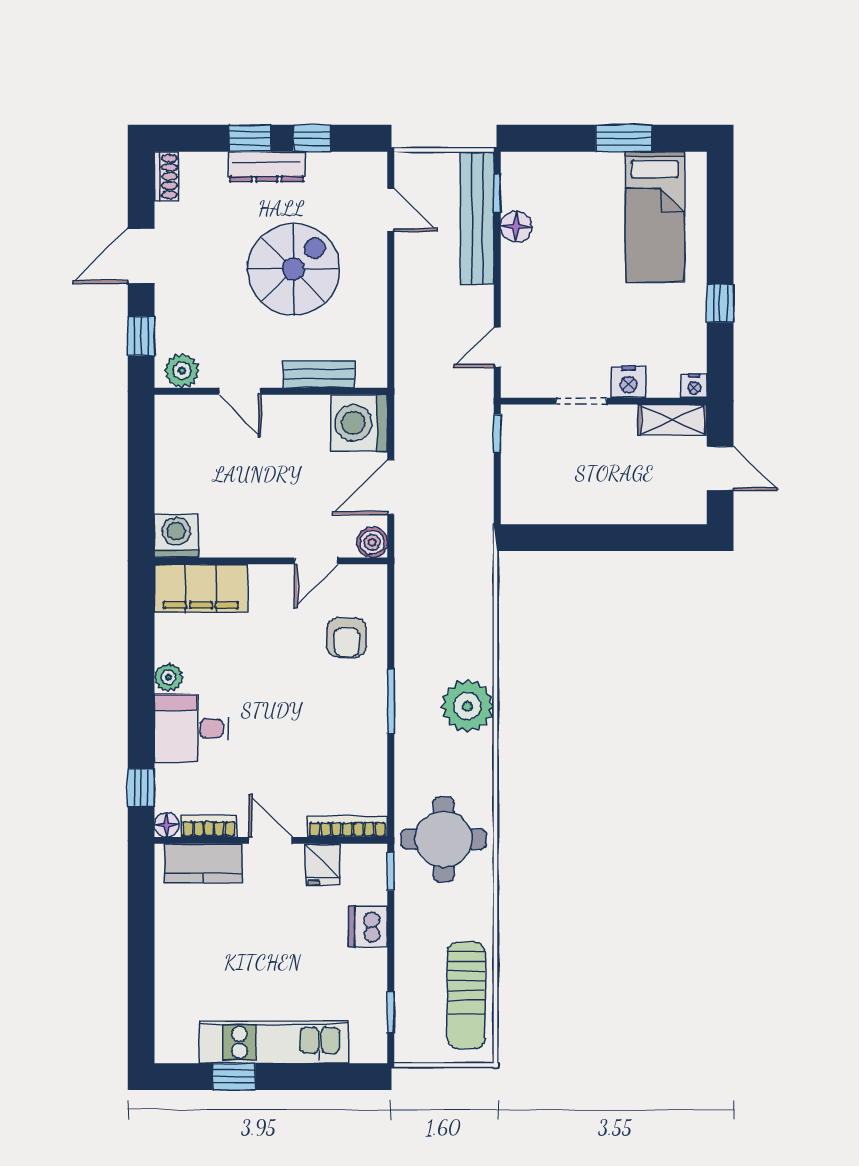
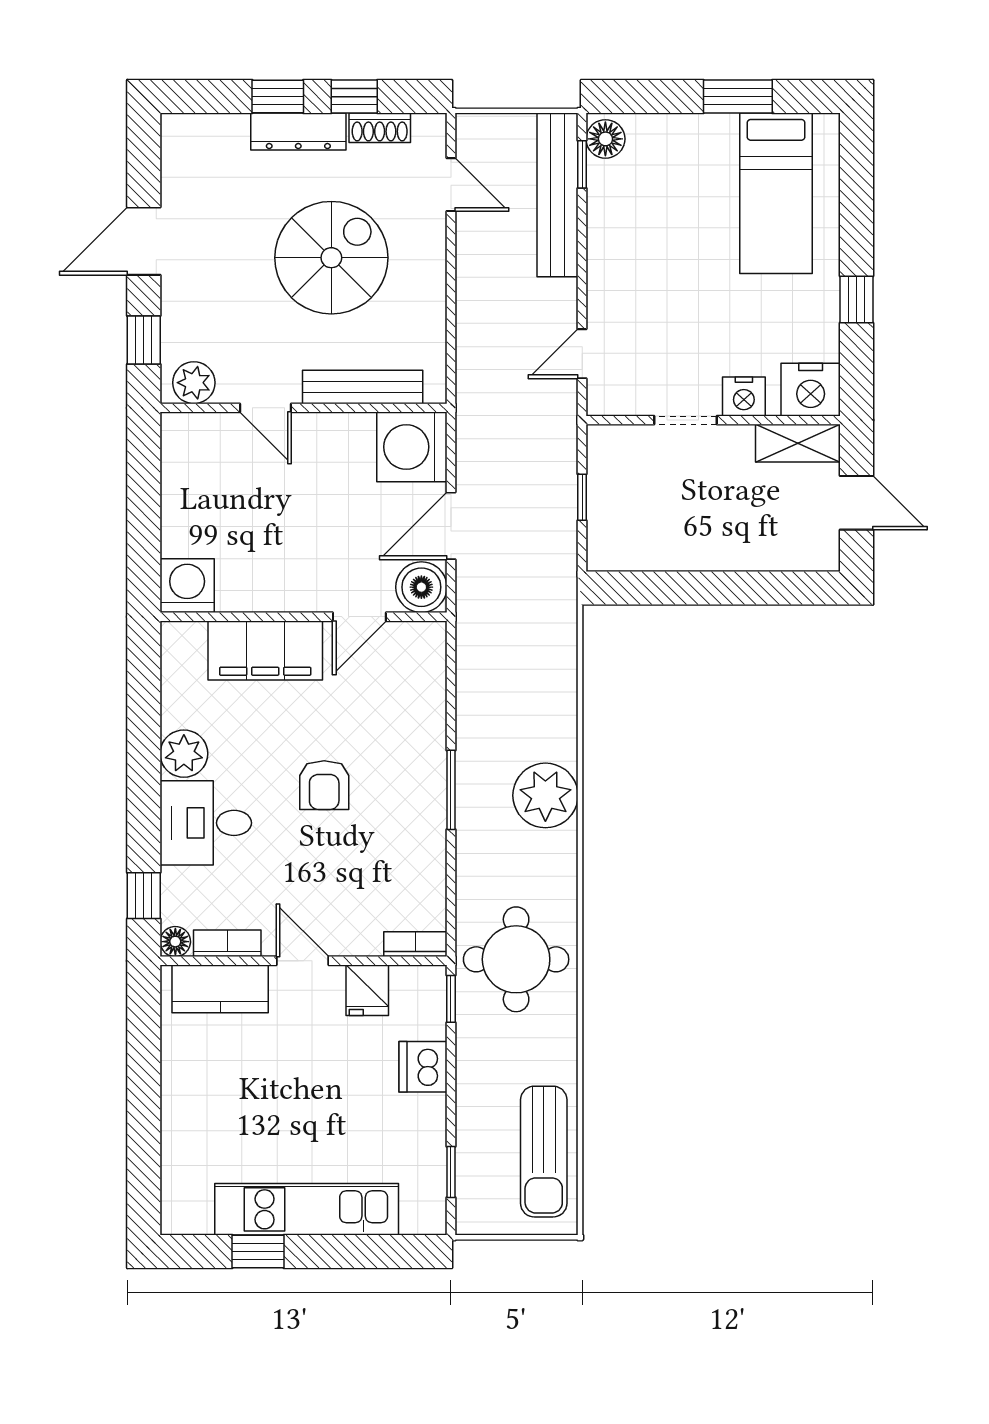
shoe rack: (167, 176) -> (380, 128), moved, turned 90
floor lamp: (516, 227) -> (605, 139), moved
bench: (319, 374) -> (363, 387), width x1.36
nightstand: (694, 386) -> (811, 390), width x1.89, depth x1.79
window: (497, 433) -> (582, 497), moved
boiler: (372, 542) -> (421, 587), width x1.36, depth x1.36
filing cabinet: (201, 588) -> (265, 650), moved
armchair: (347, 637) -> (324, 785), moved
plant: (168, 677) -> (184, 754), width x1.38, depth x1.38
bookcase: (347, 827) -> (415, 944), width x0.64

